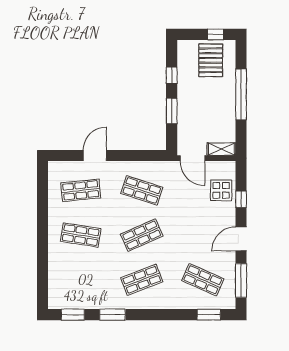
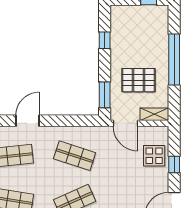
pallet: (211, 60) -> (138, 80), moved, turned 90
window: (172, 111) -> (105, 95), moved

